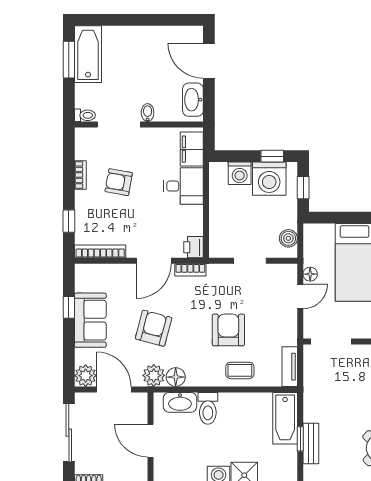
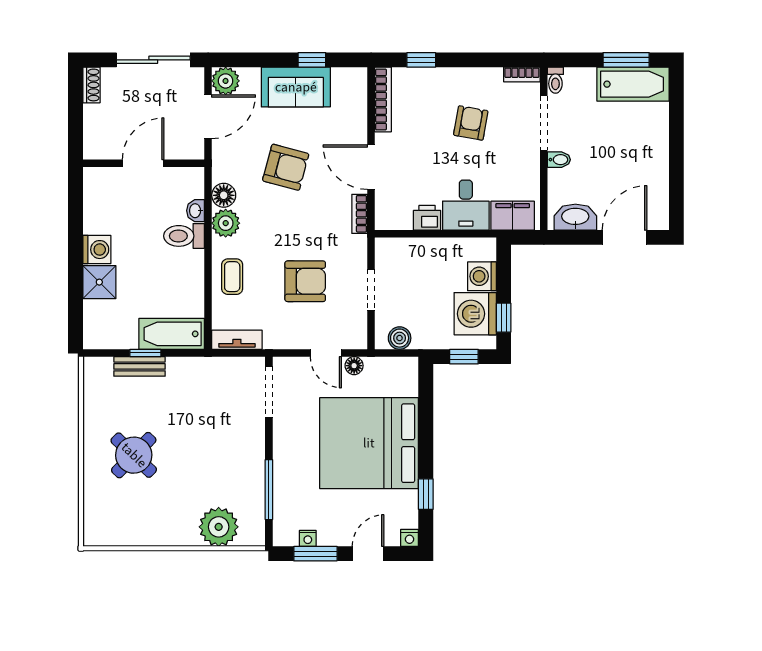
bookcase: (80, 175) -> (522, 74), moved
printer: (193, 247) -> (427, 218), moved
armchair: (228, 330) -> (305, 281), moved
plant: (154, 375) -> (226, 223), moved
washbasin: (180, 402) -> (196, 211), width x0.52, depth x0.69

